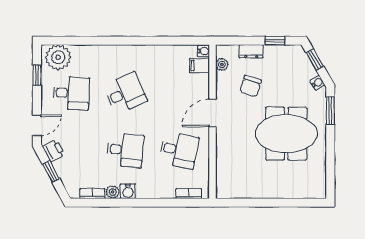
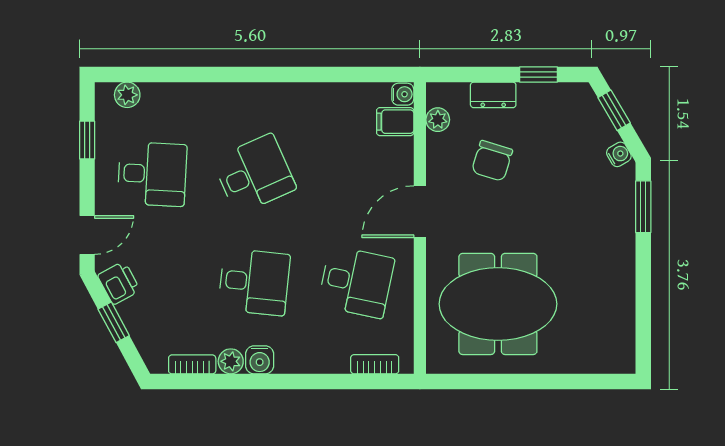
plant: (58, 57) -> (127, 95), width x0.53, depth x0.53
meeting table: (286, 134) -> (498, 304), moved

